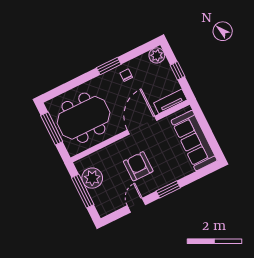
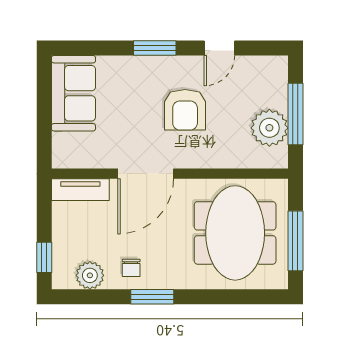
plant: (157, 55) -> (90, 275), moved
window: (178, 71) -> (44, 257), moved
meeting table: (83, 118) -> (235, 233), turned 90
sofa: (194, 141) -> (73, 93), width x0.73

